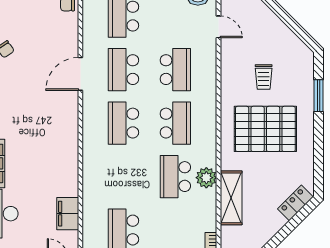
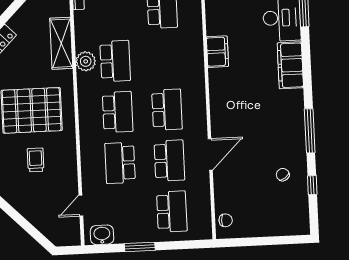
door: (218, 27) -> (81, 206), hinge flipped
school desk: (175, 123) -> (118, 112), turned 180
filing cabinet: (68, 214) -> (217, 52), moved

